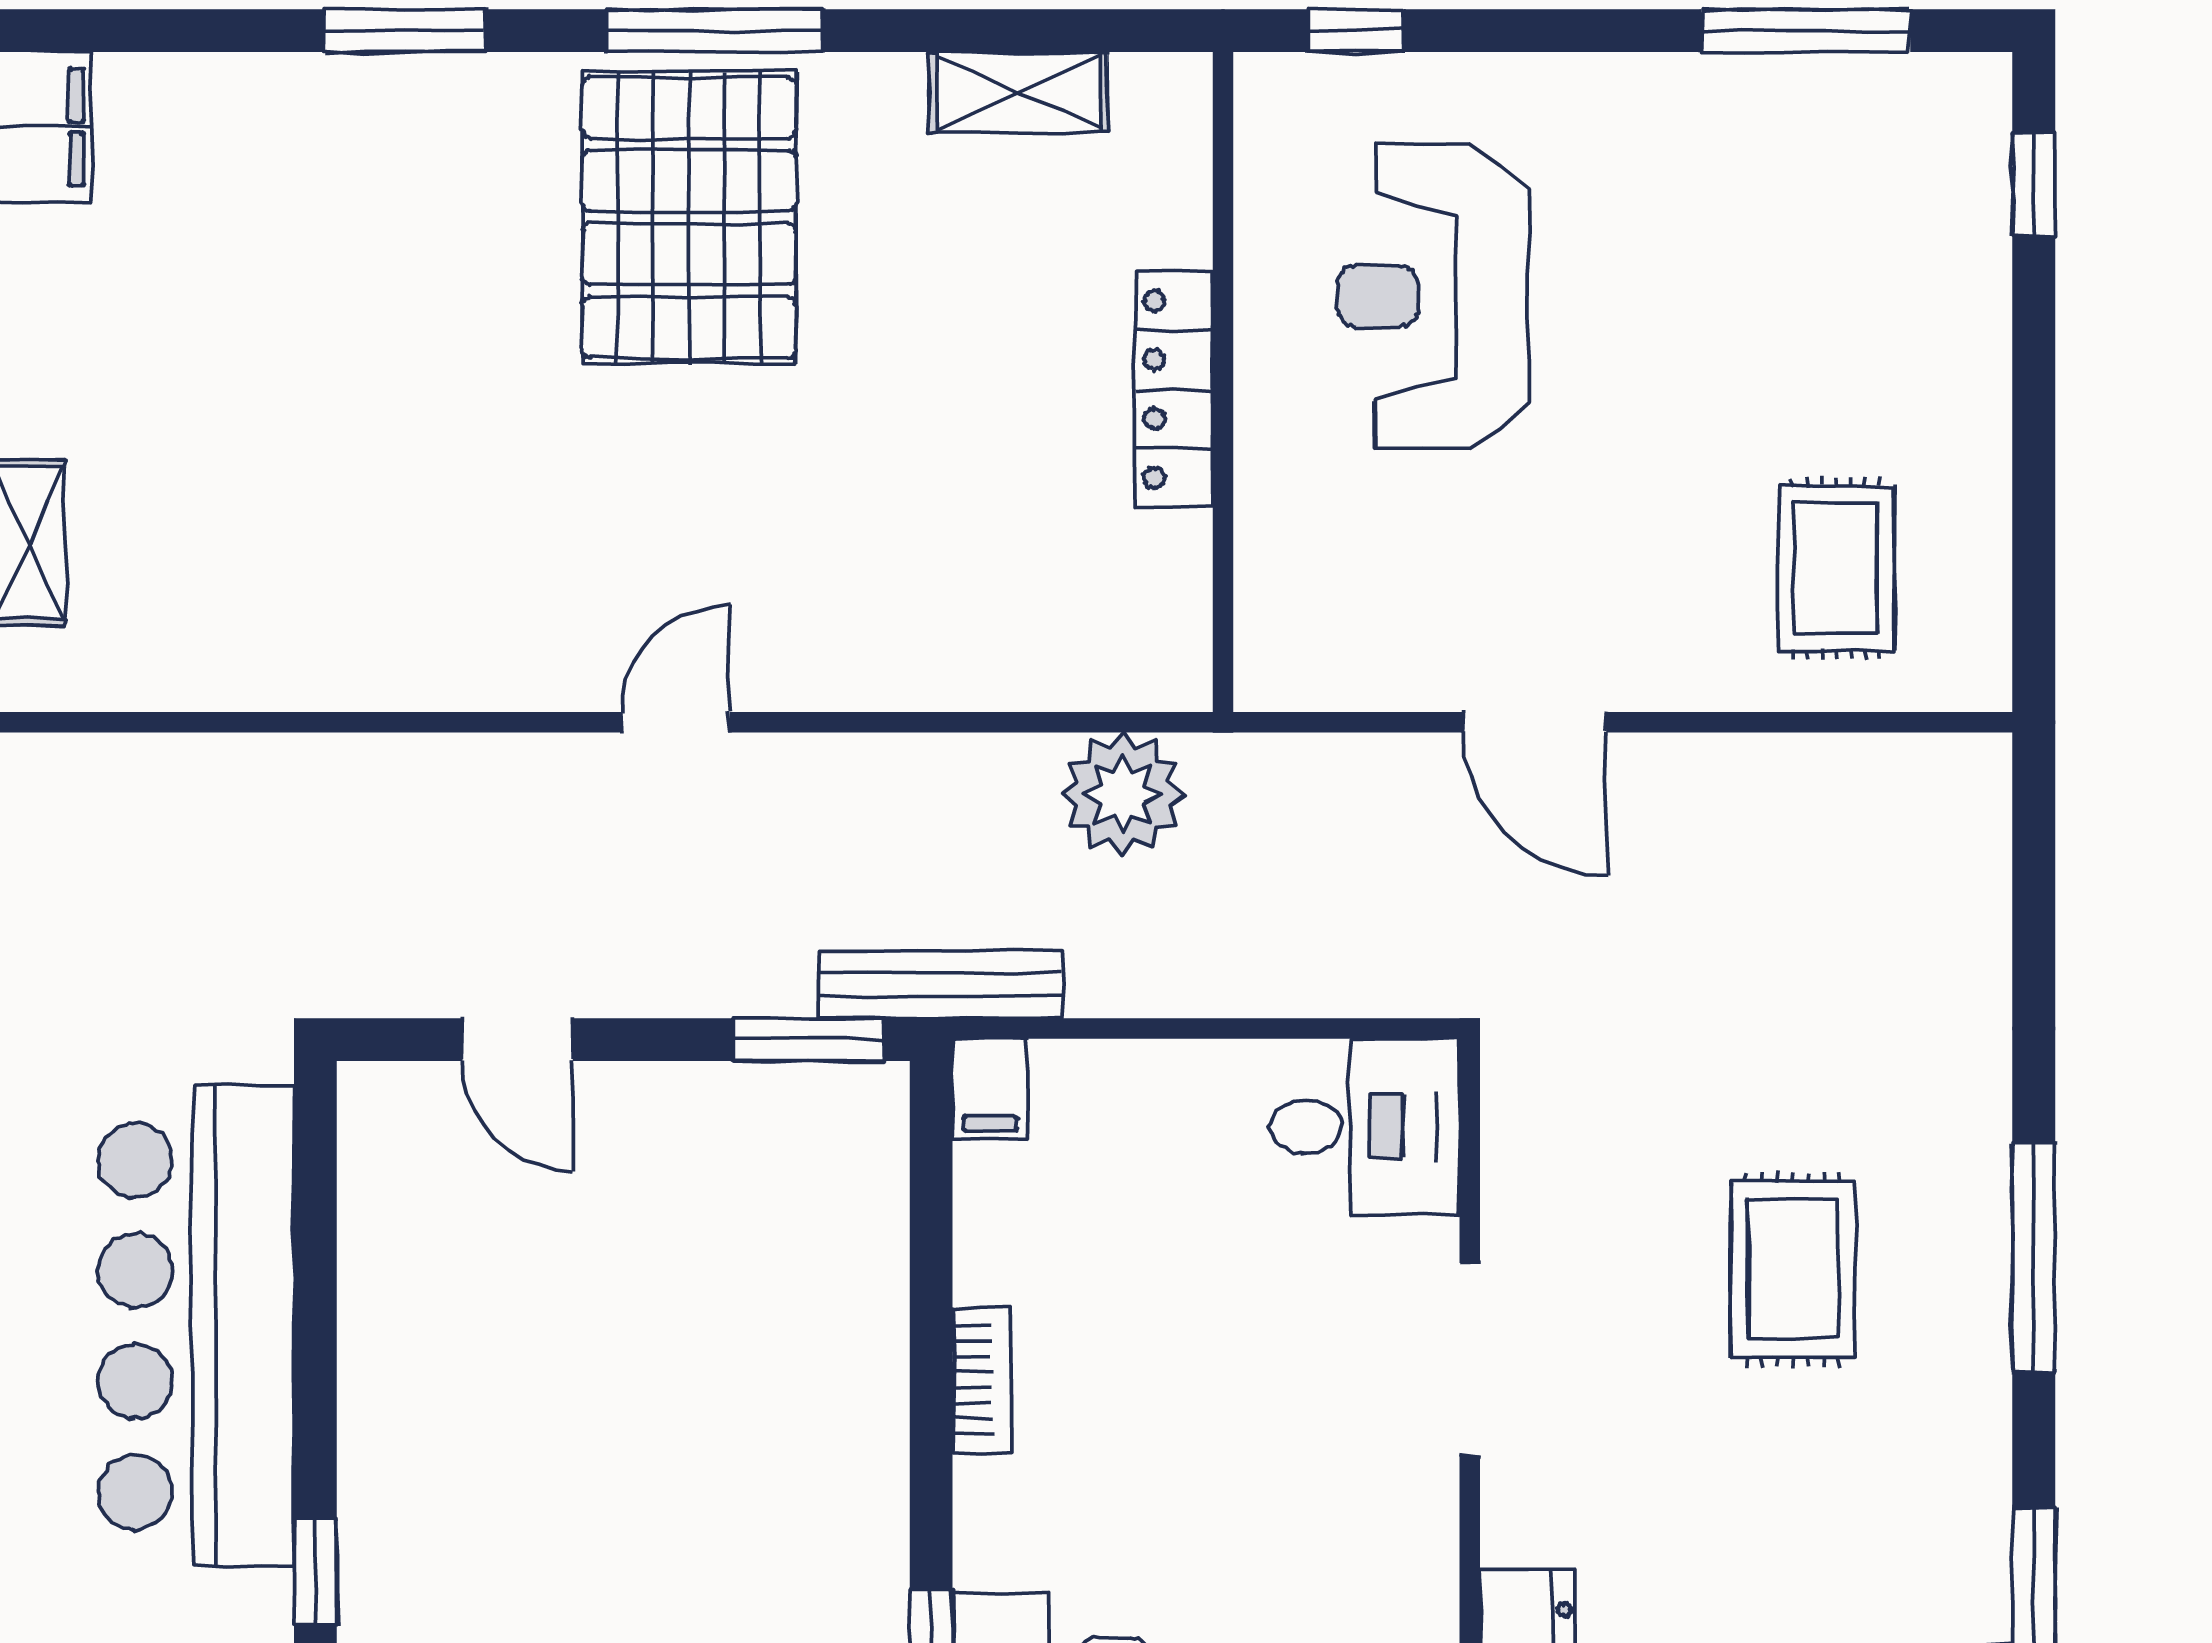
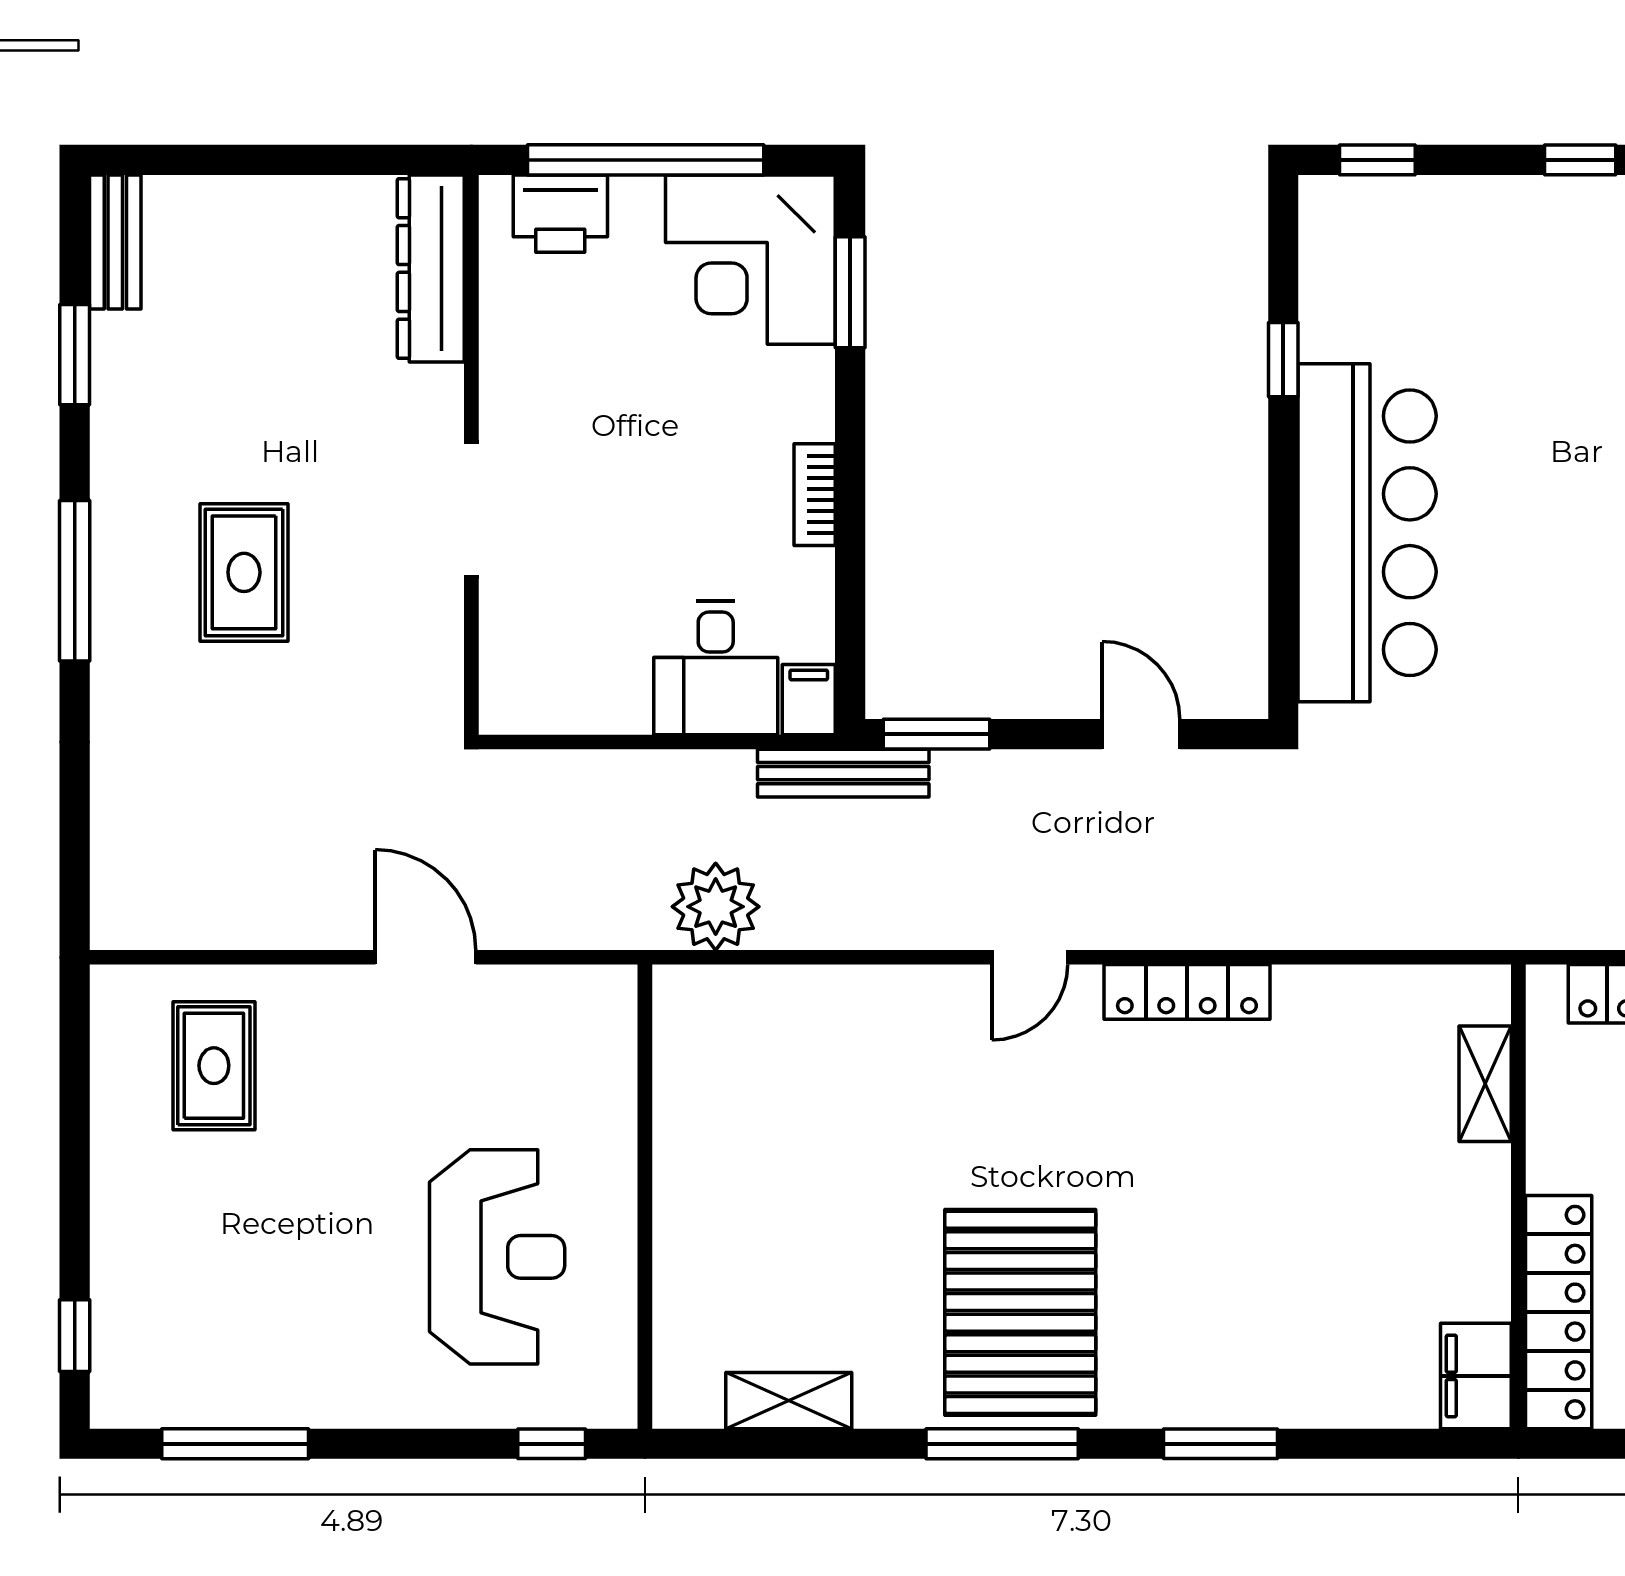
locker: (1174, 389) -> (1187, 992), moved, turned 90
desk: (1365, 1127) -> (716, 668), moved, turned -90

